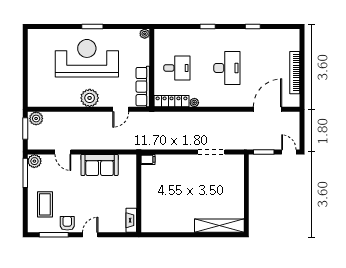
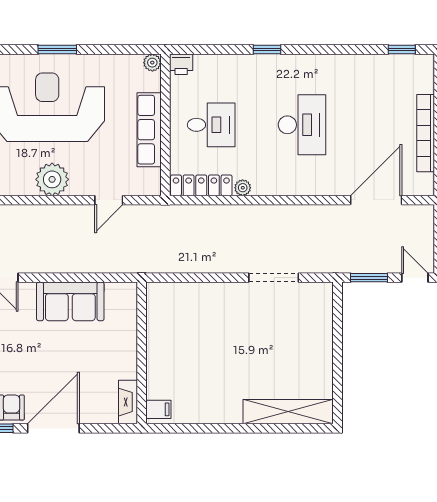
window: (253, 27) -> (402, 49), moved
printer: (160, 35) -> (181, 64), added
row of seats: (143, 87) -> (149, 130), moved
filing cabinet: (148, 159) -> (158, 409), moved
door: (90, 235) -> (53, 428), width x1.87

